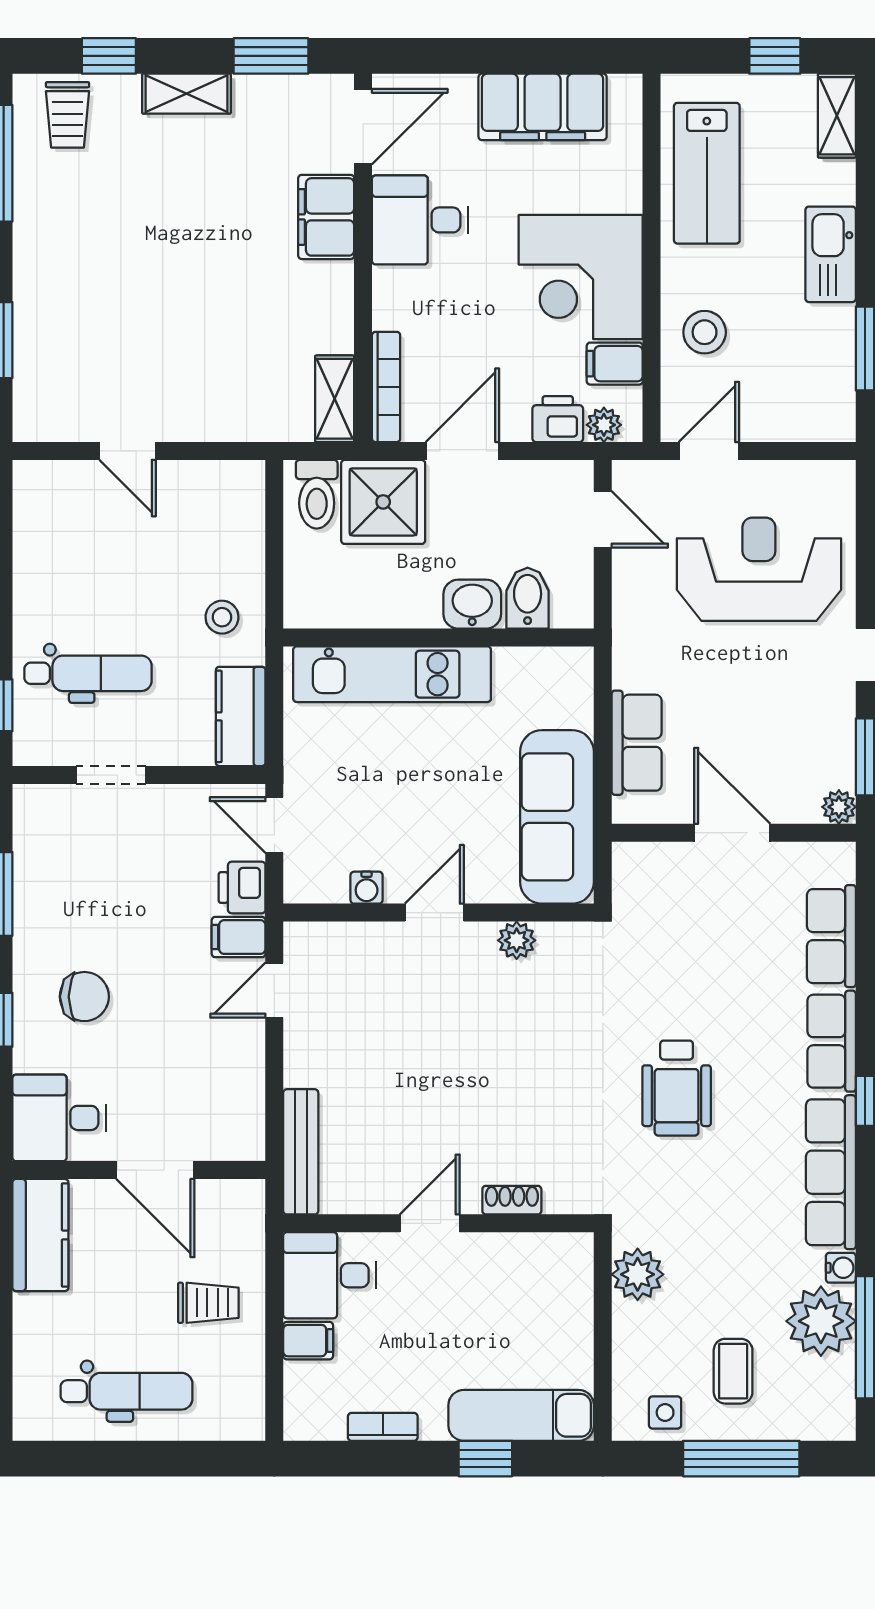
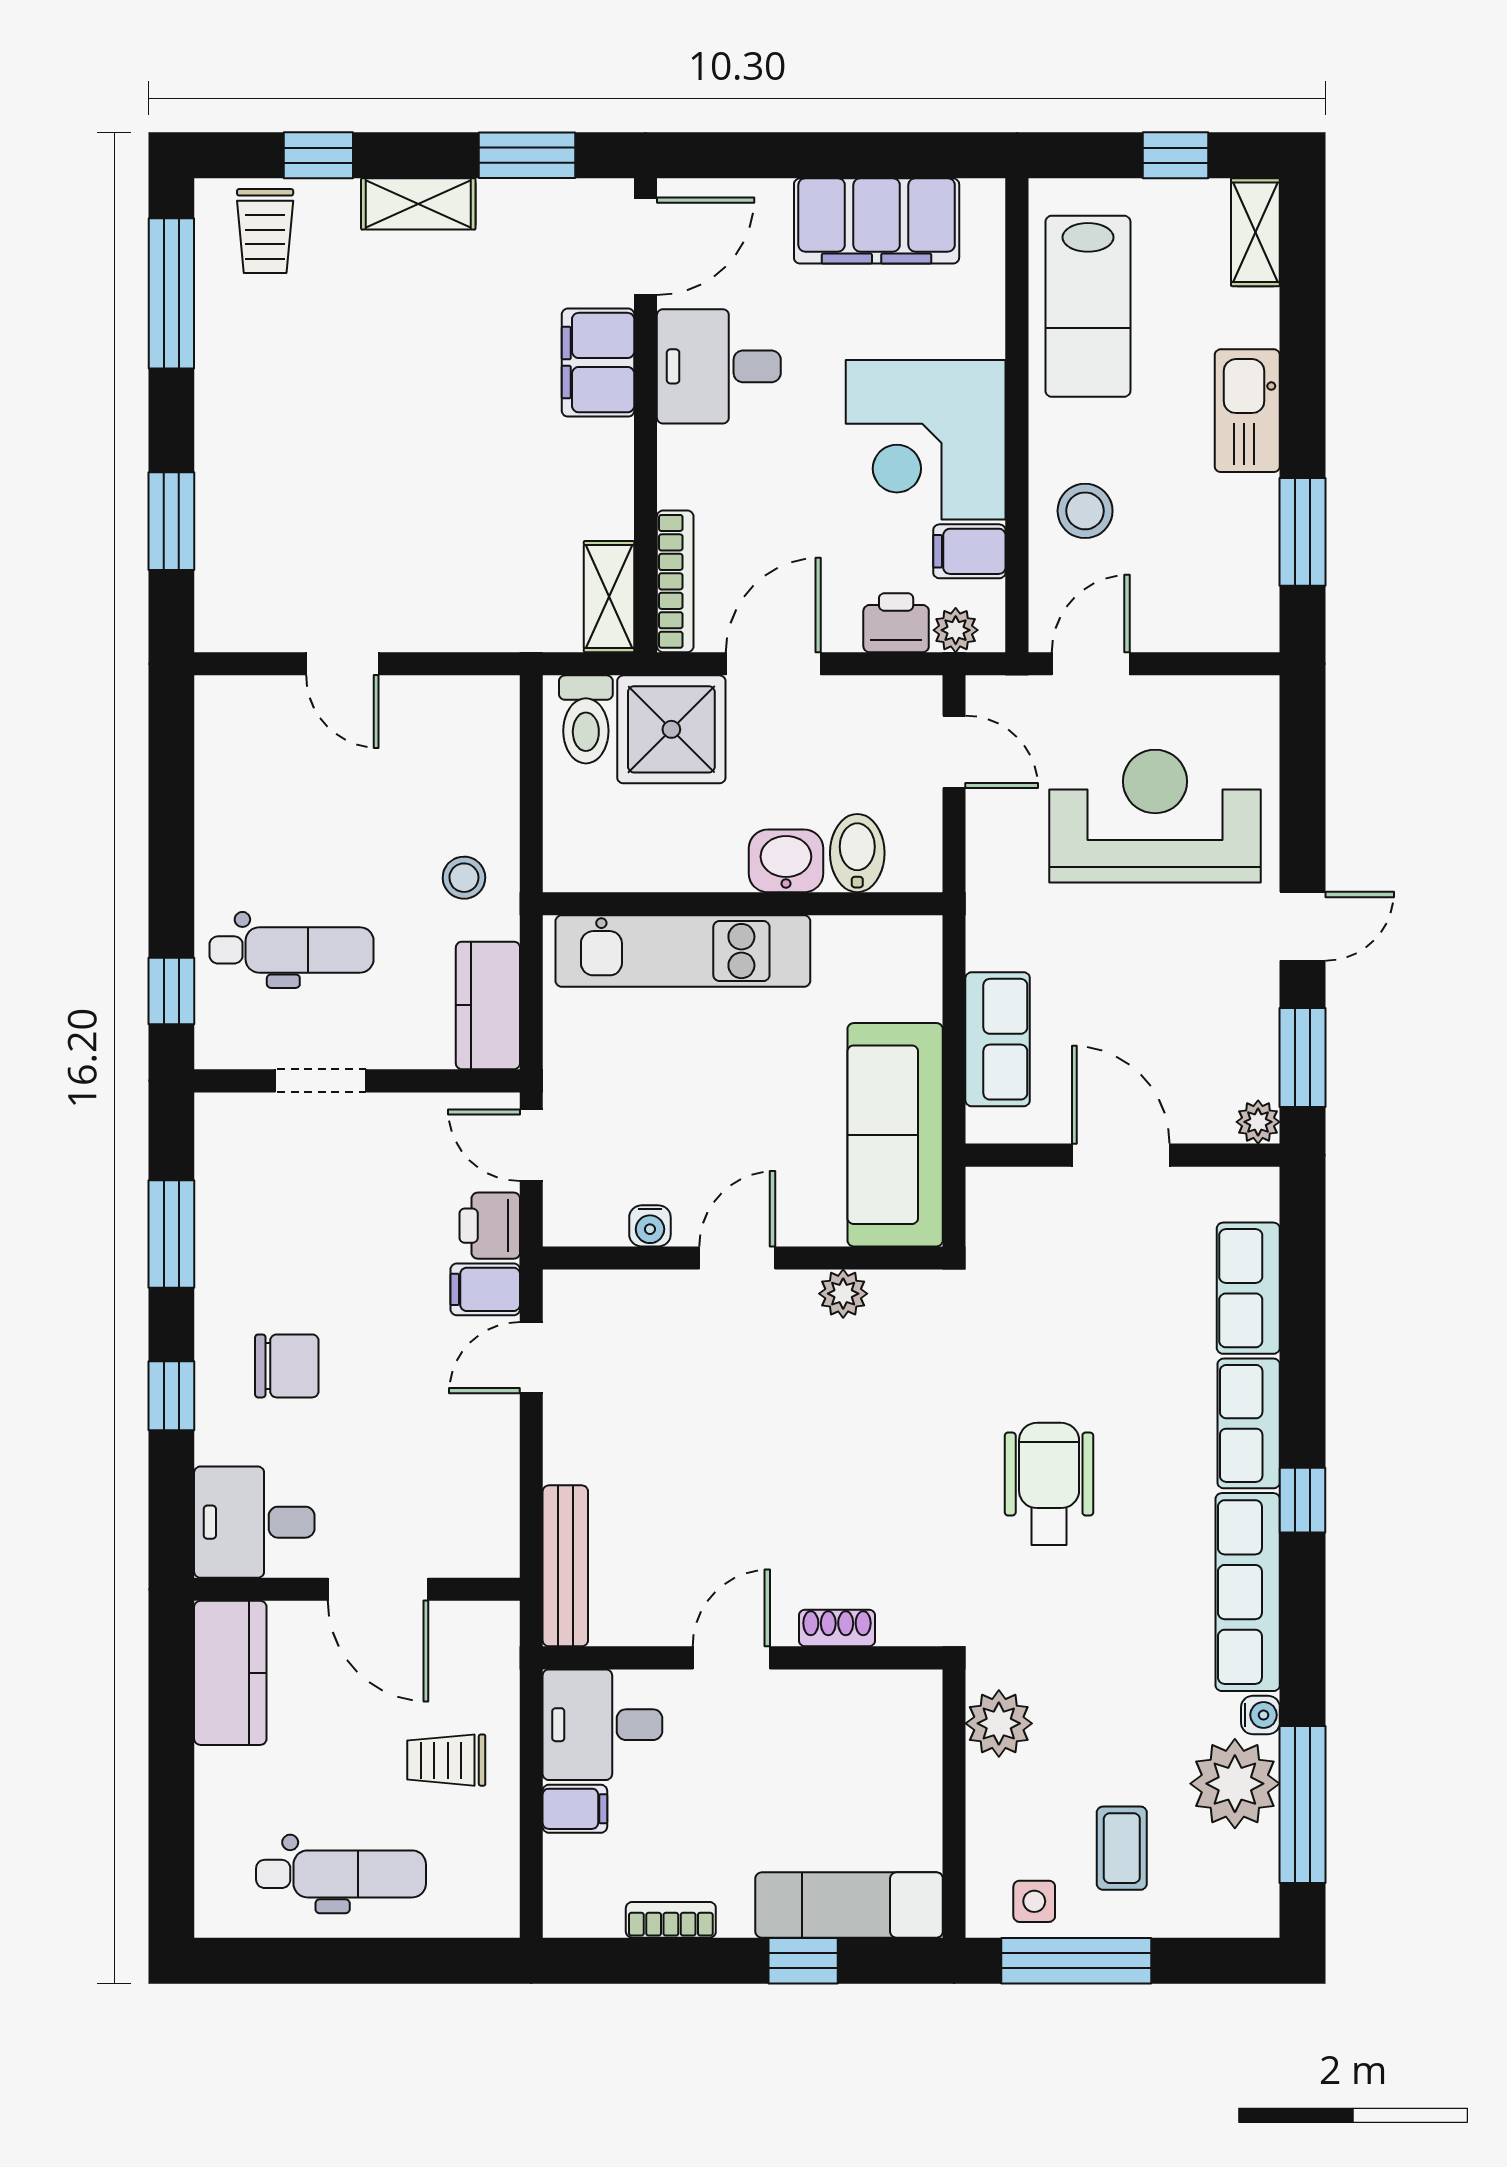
wheelchair: (677, 1088) -> (1049, 1484), turned 180
trolley: (208, 1303) -> (446, 1760), turned 180
window: (741, 1459) -> (1076, 1961), moved

